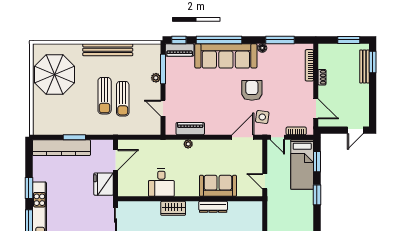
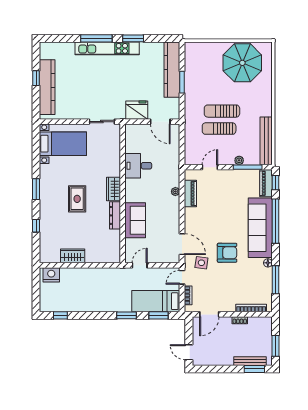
bench: (108, 50) -> (266, 141), moved
wardrobe: (173, 208) -> (114, 189), moved

